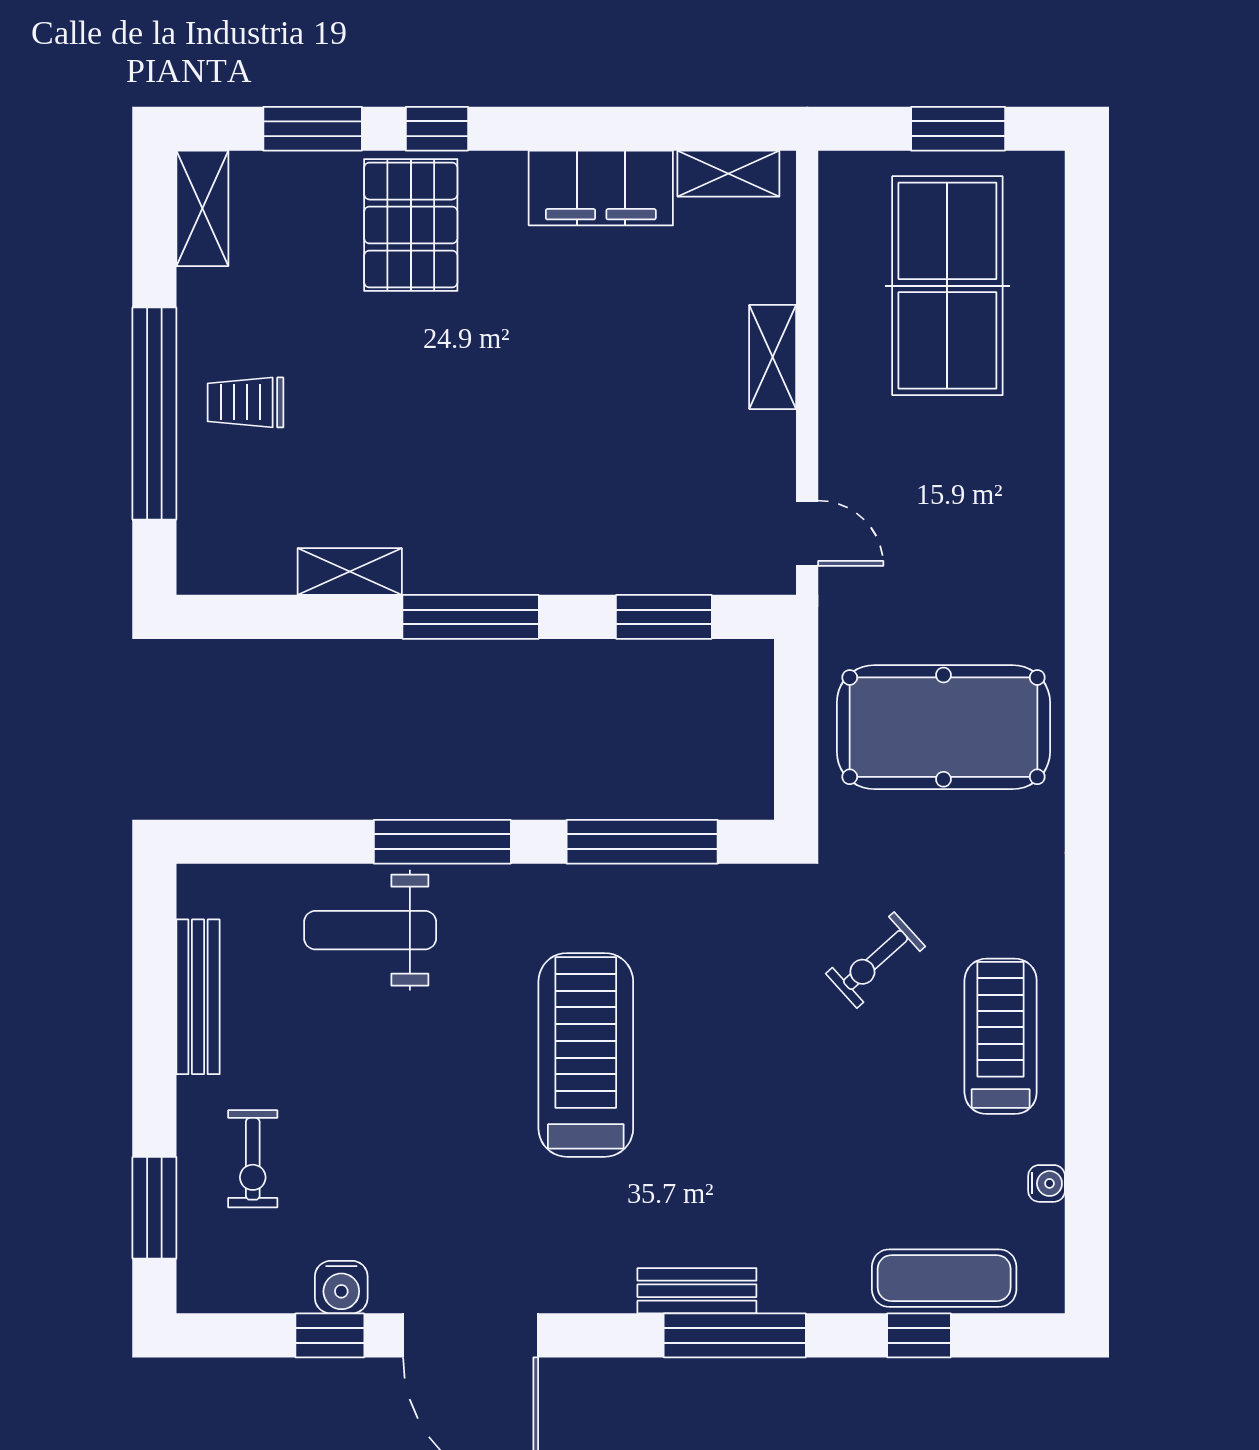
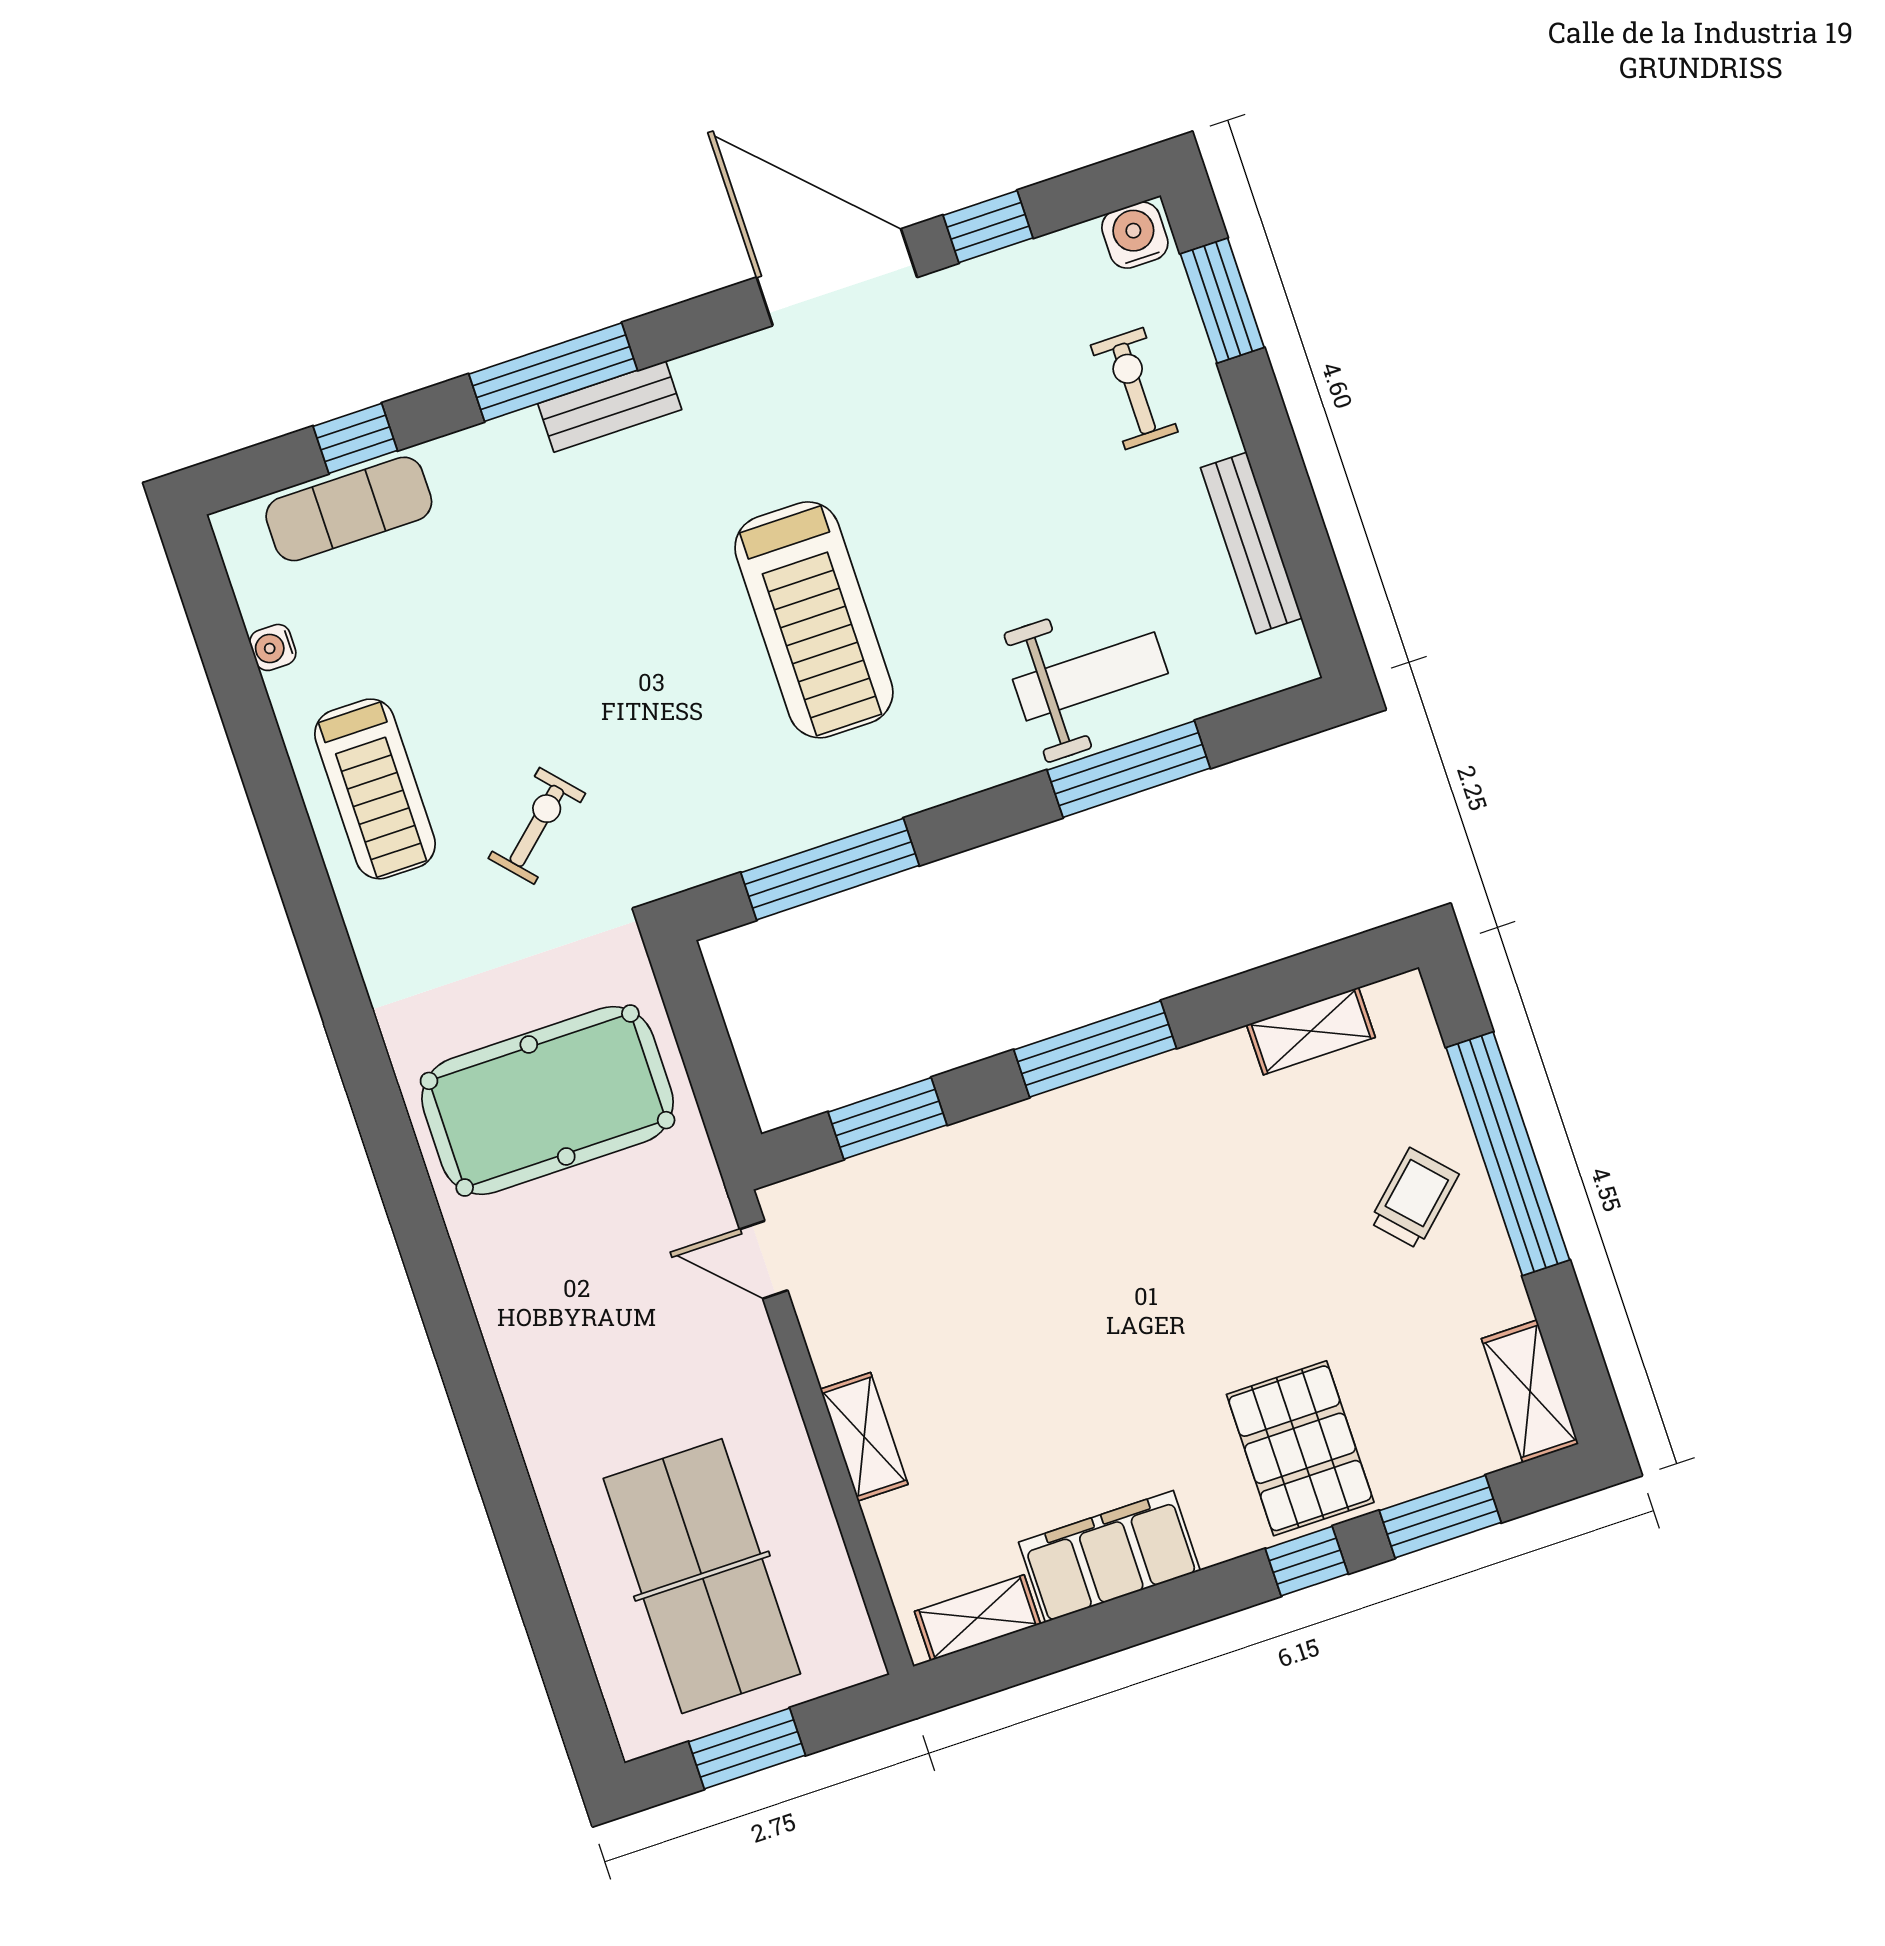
trolley: (245, 402) -> (1414, 1198), turned -43
shelving: (350, 571) -> (1311, 1031), moved
window: (442, 842) -> (1129, 769), moved
water cooler: (341, 1287) -> (1135, 235), moved

